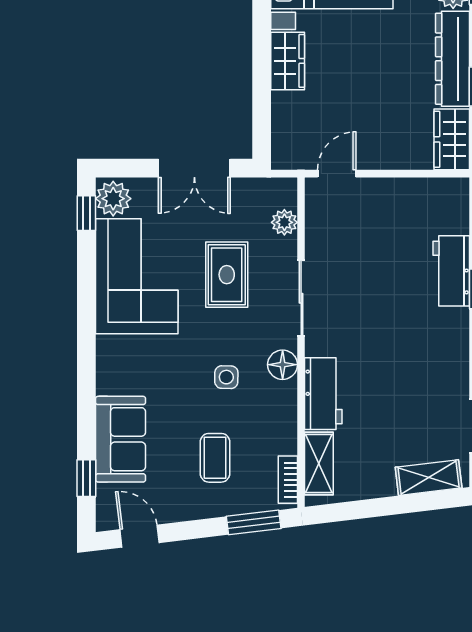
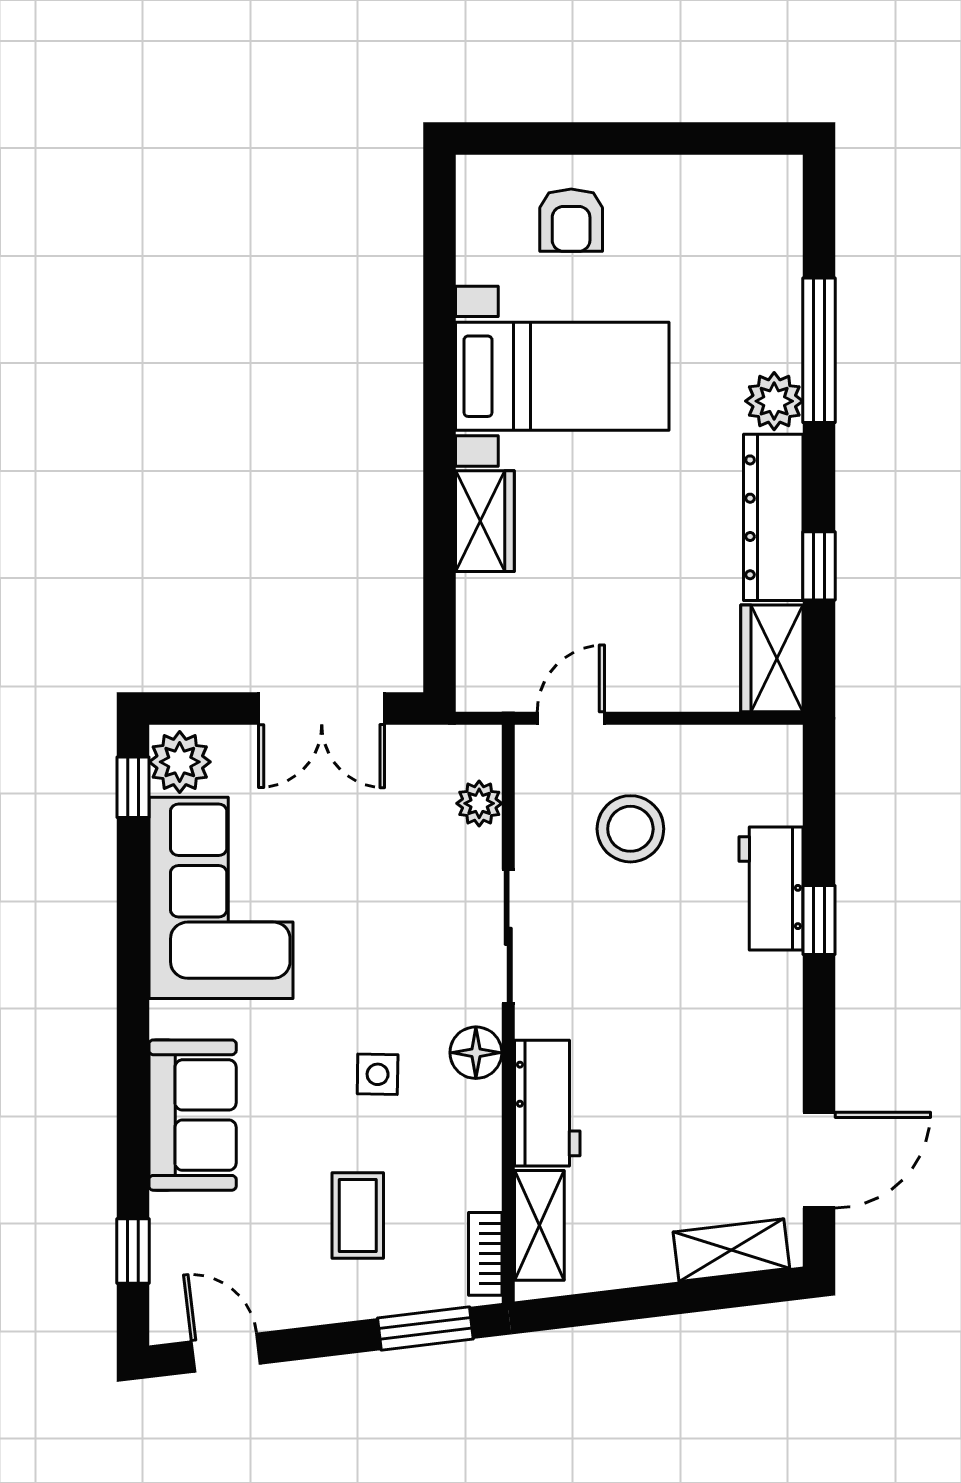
stool: (371, 237) -> (630, 829), added
rug: (227, 275) -> (378, 895), removed
sofa: (121, 439) -> (193, 1115), moved

